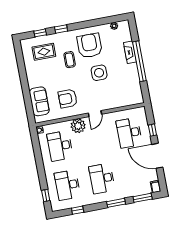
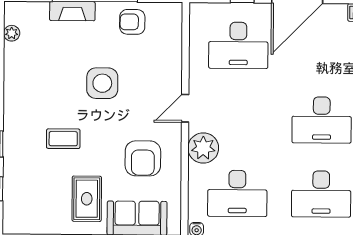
armchair: (90, 46) -> (132, 22), moved, width x0.53, depth x0.53
rug: (44, 52) -> (87, 199), moved
door: (95, 114) -> (185, 108), swing flipped

